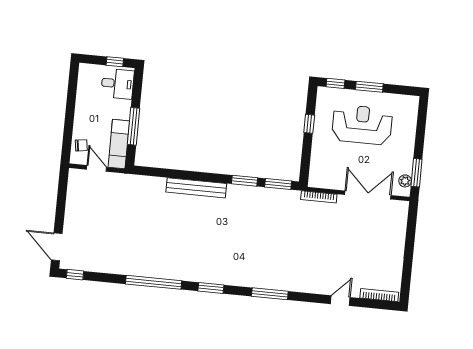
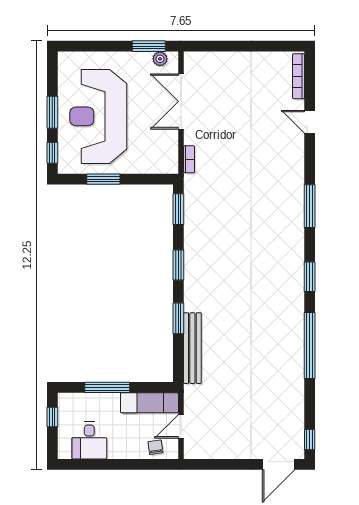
desk: (118, 84) -> (89, 441), moved, turned 180
window: (309, 124) -> (103, 179), width x1.50
reception desk: (362, 125) -> (98, 116), width x1.36, depth x1.30
window: (133, 126) -> (107, 387), moved
window: (187, 175) -> (178, 318), added
window: (244, 181) -> (178, 265), moved
bench: (196, 188) -> (192, 348), moved
bookcase: (319, 197) -> (189, 159), width x0.64

